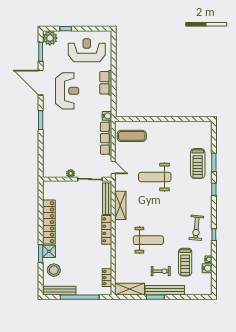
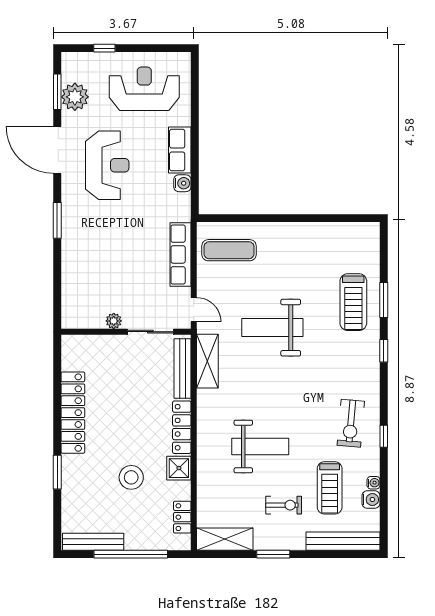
plant: (50, 38) -> (75, 97), moved
water cooler: (107, 116) -> (182, 183), moved
shelving: (120, 205) -> (207, 361), moved
shower: (49, 251) -> (179, 468), moved
stool: (54, 270) -> (131, 477), moved
bench: (165, 290) -> (343, 541), moved

